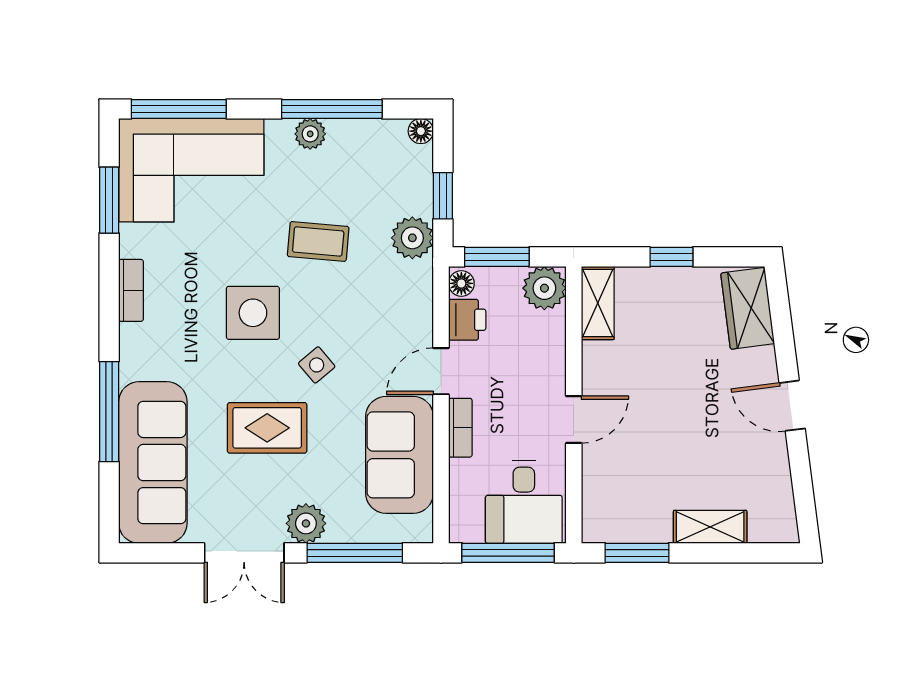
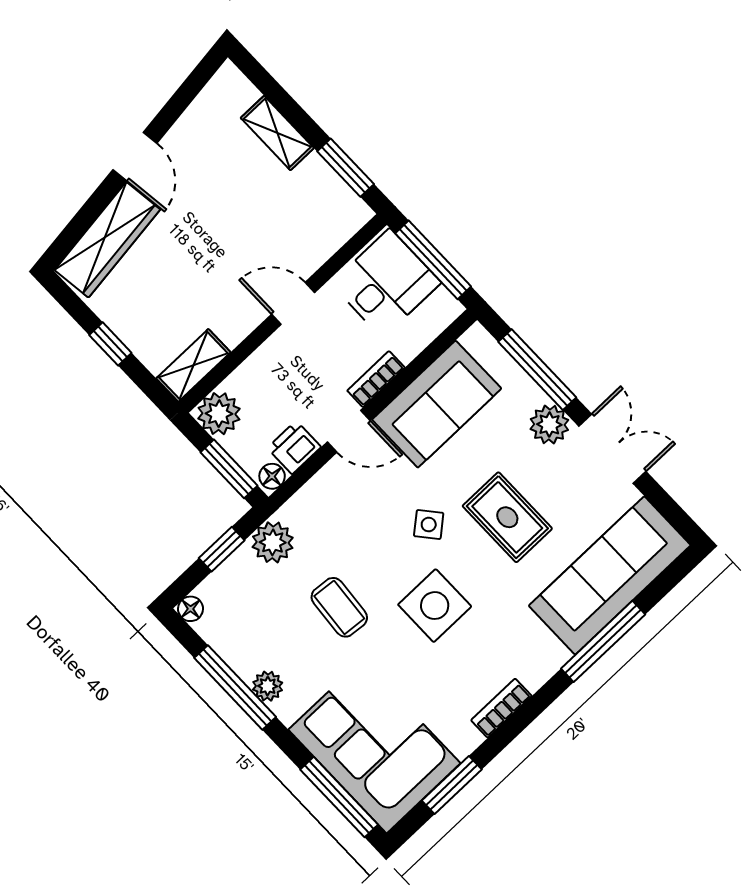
wardrobe: (748, 308) -> (107, 240), width x1.50

